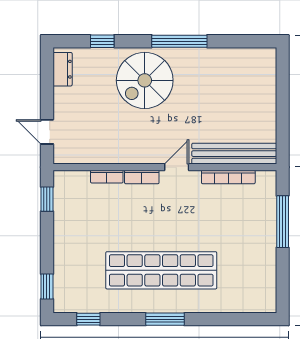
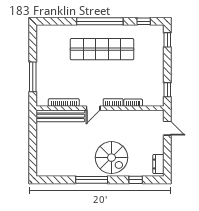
spiral stairs: (145, 80) -> (111, 158), turned 90
window: (165, 319) -> (100, 21), width x2.11

